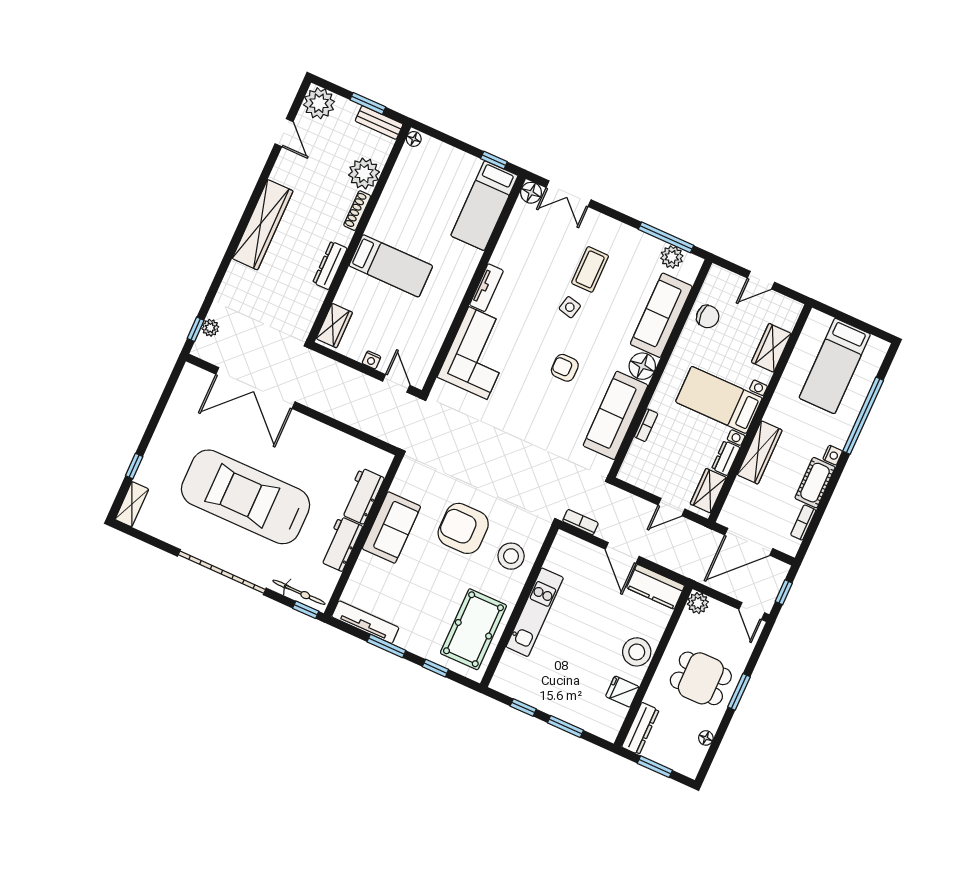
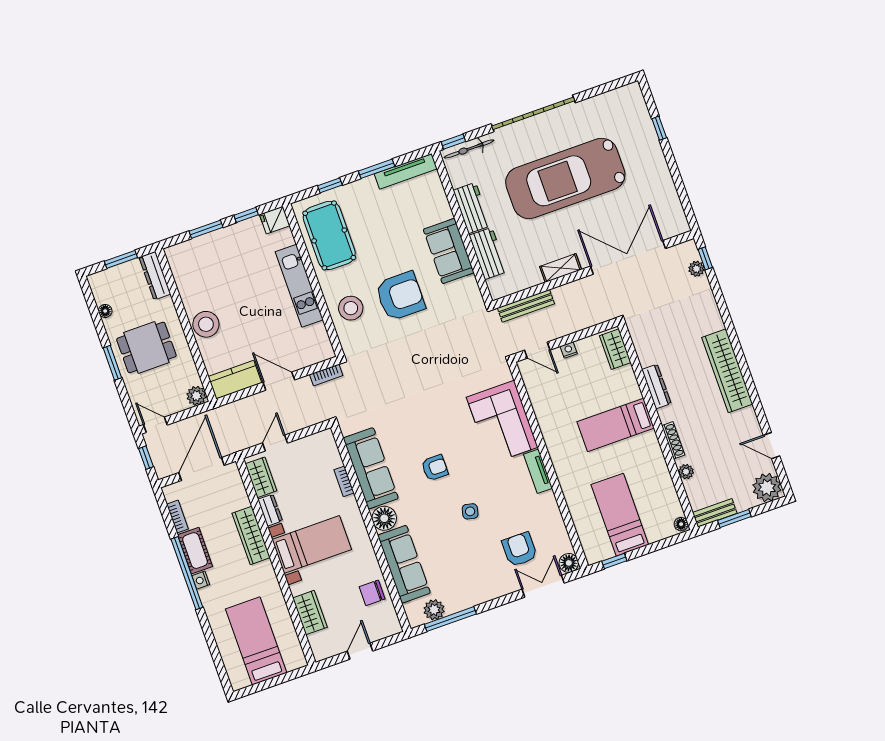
plant: (364, 173) -> (686, 472), width x0.53, depth x0.53
bed: (484, 206) -> (620, 515), moved
armchair: (560, 240) -> (520, 549), added
coffee table: (590, 269) -> (481, 549), removed
window: (863, 416) -> (187, 573), moved
bench: (372, 427) -> (526, 306), added
car: (246, 497) -> (565, 178), turned 180
shelving: (132, 504) -> (561, 268), moved, turned 90
fridge: (622, 692) -> (275, 220), moved, turned 180

